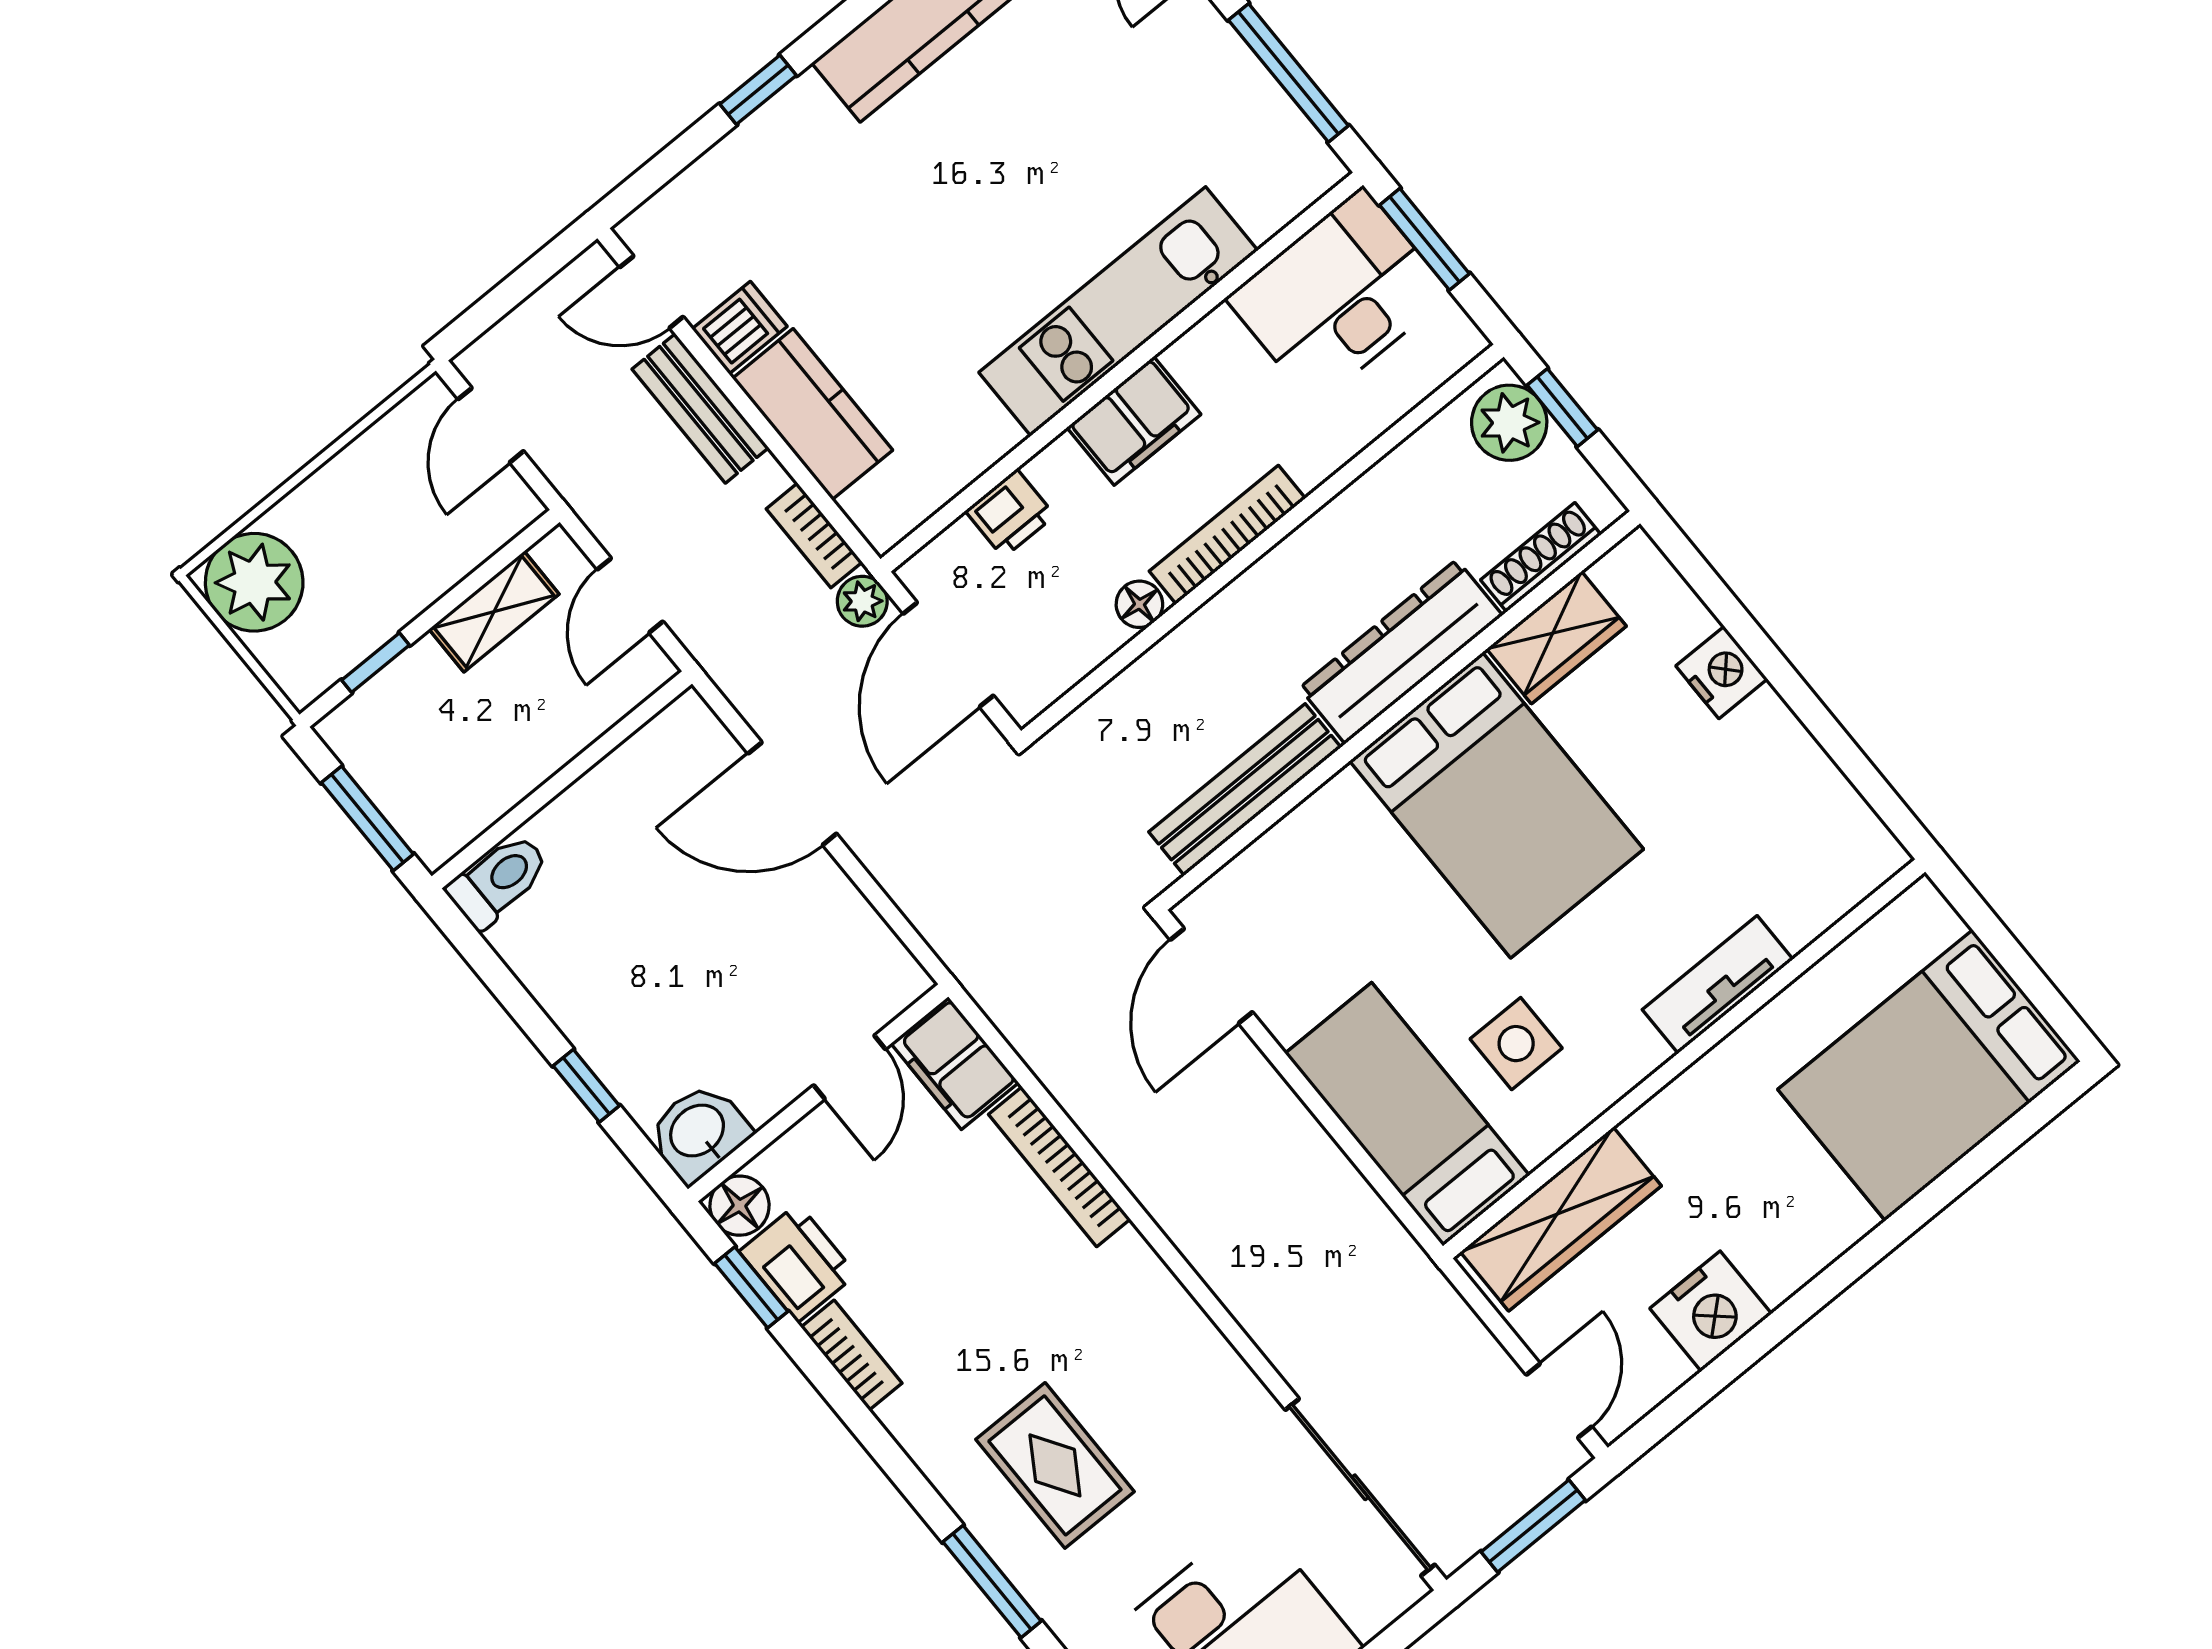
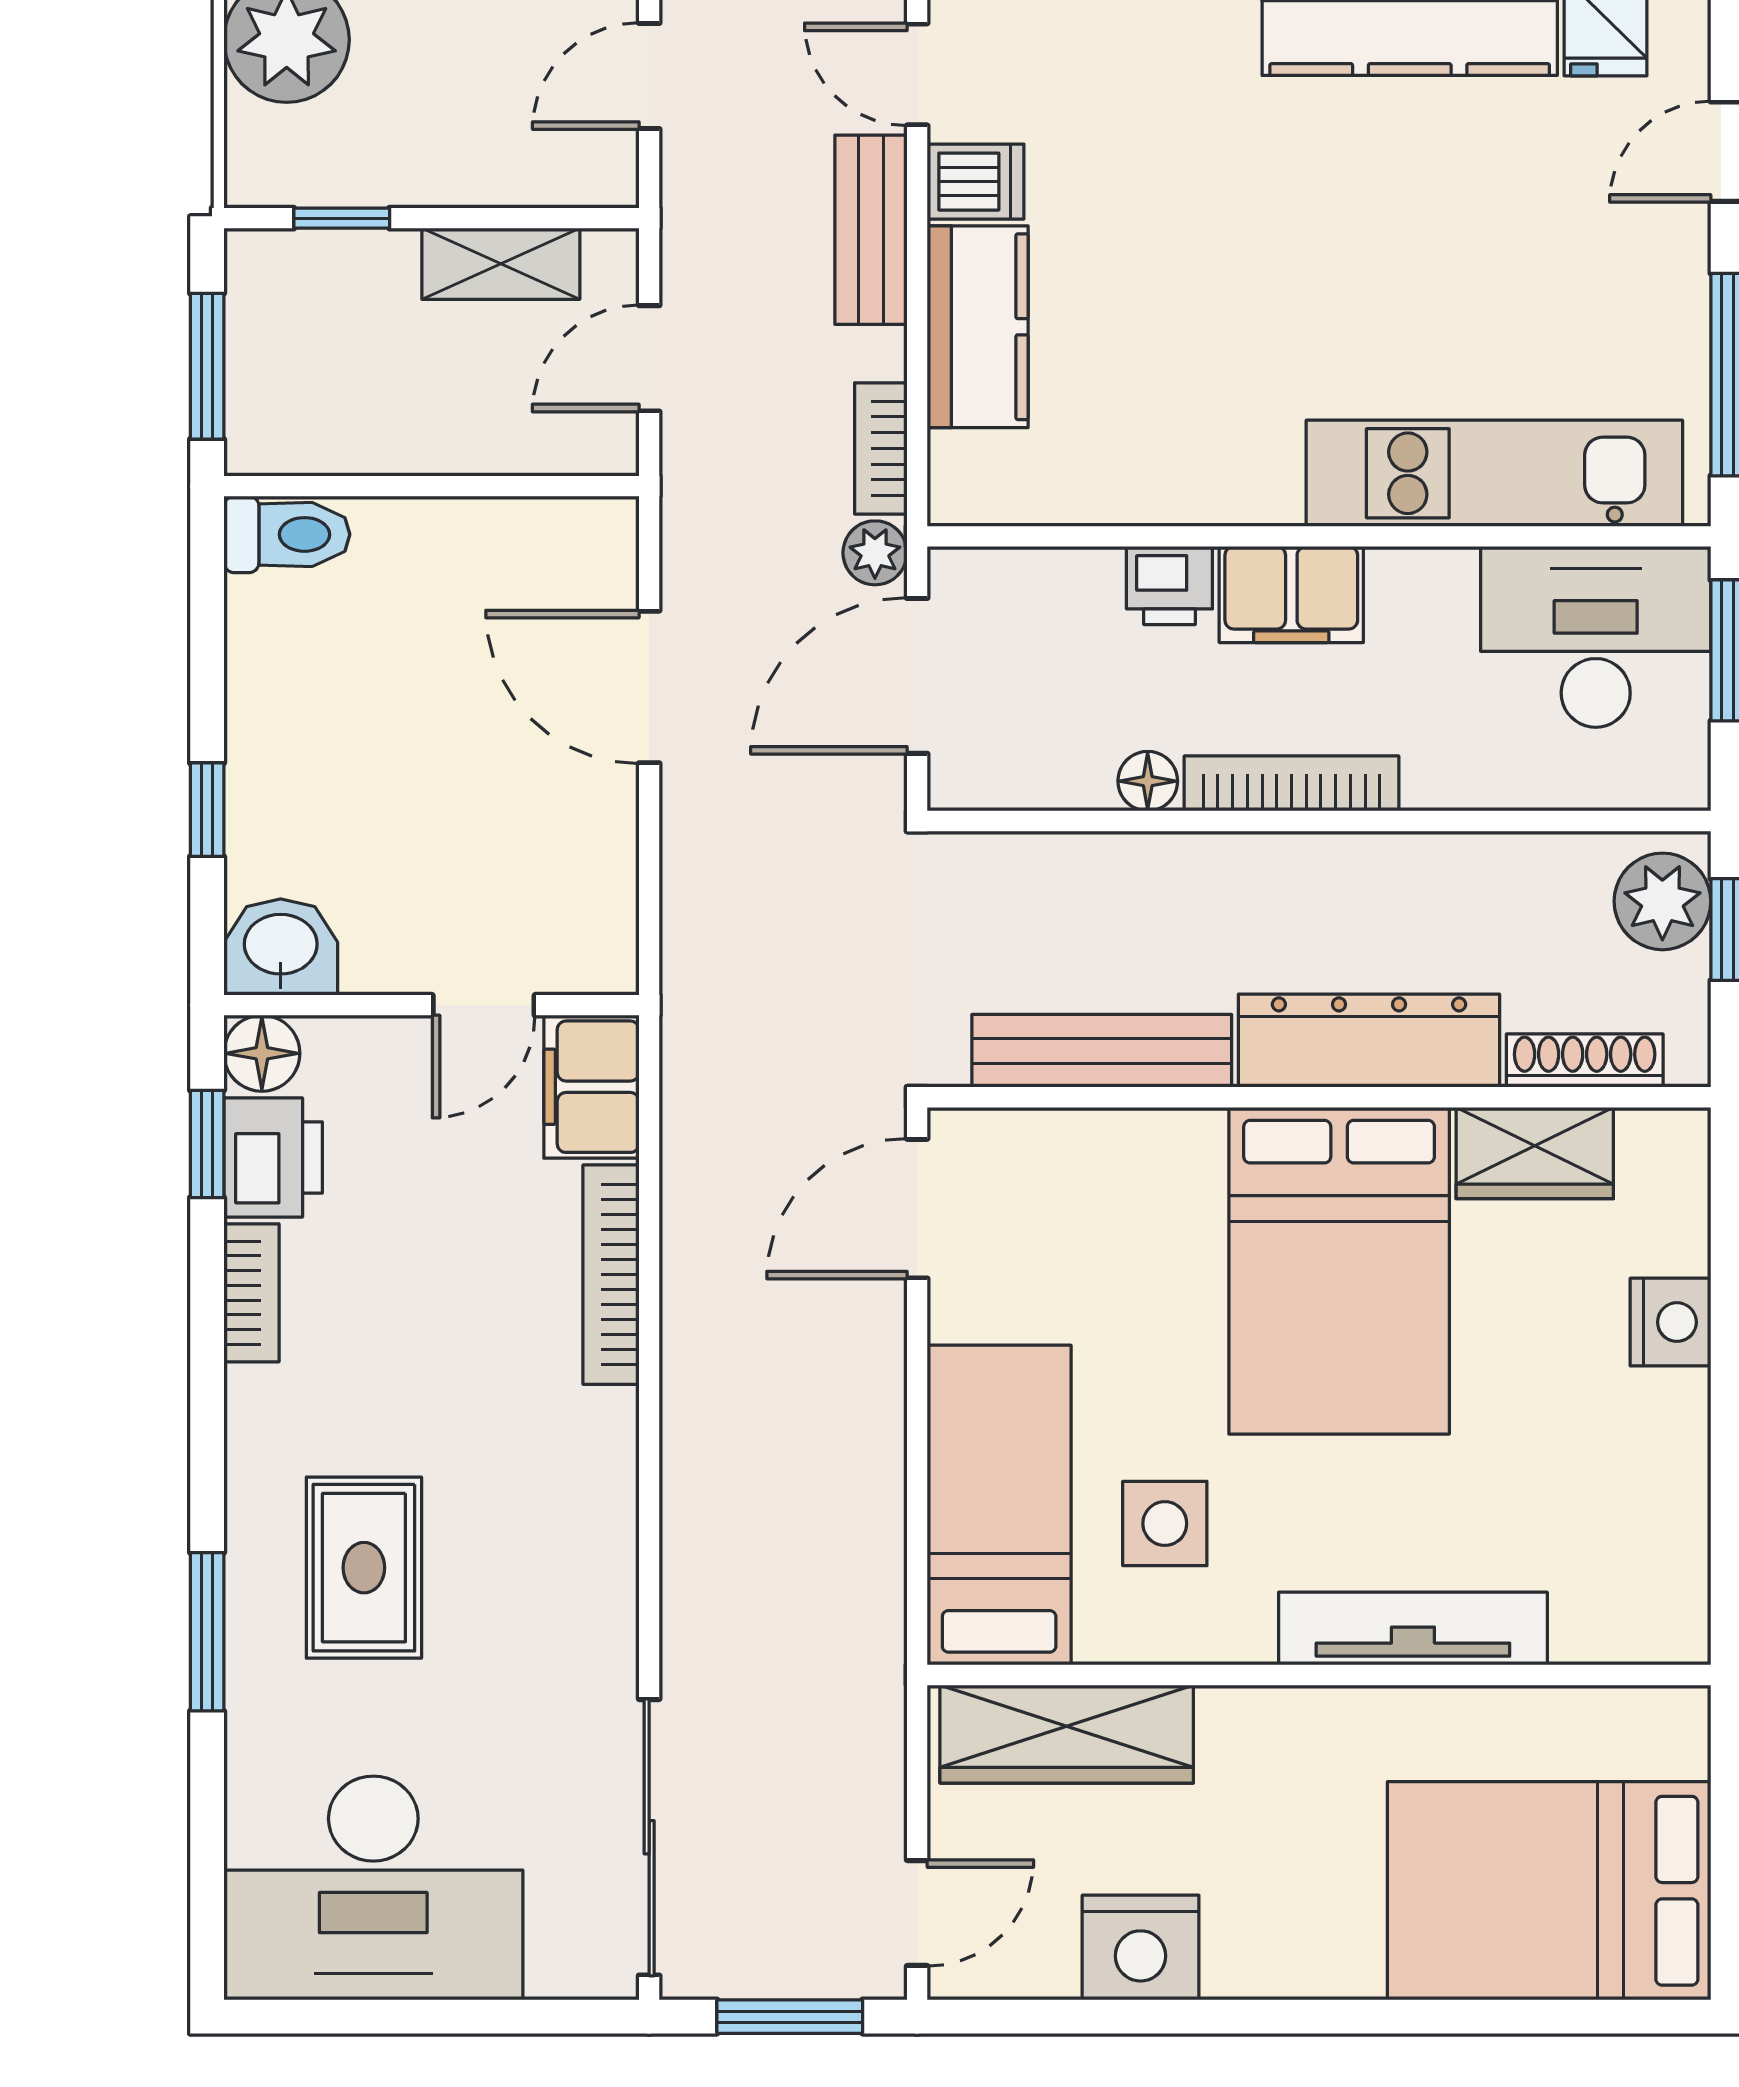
kitchen unit: (1118, 311) -> (1494, 473), moved
printer: (1010, 513) -> (1169, 585), moved
tv unit: (1718, 984) -> (1413, 1629), width x1.41

